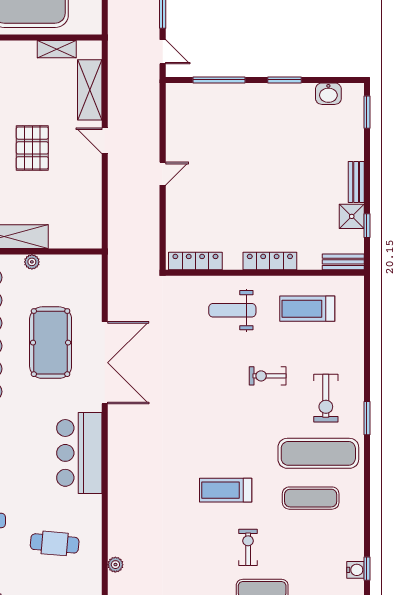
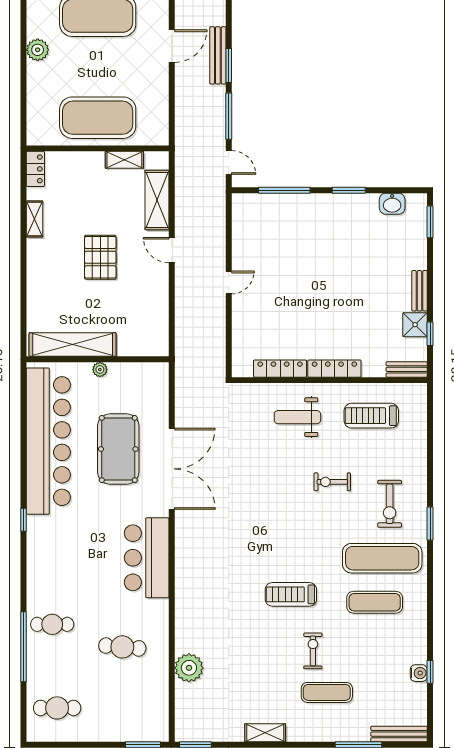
locker: (195, 261) -> (280, 369), moved
plant: (115, 565) -> (189, 668), width x1.88, depth x1.88

